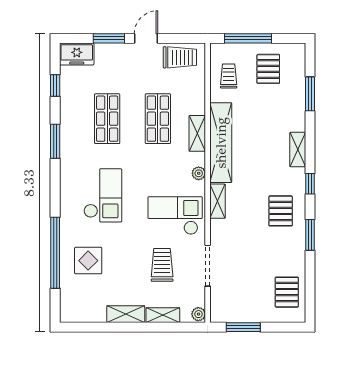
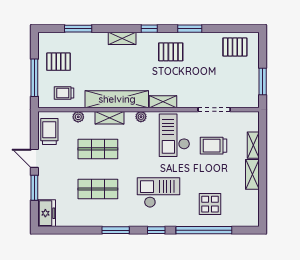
window: (55, 86) -> (156, 230), moved
plant: (198, 314) -> (78, 117), moved

